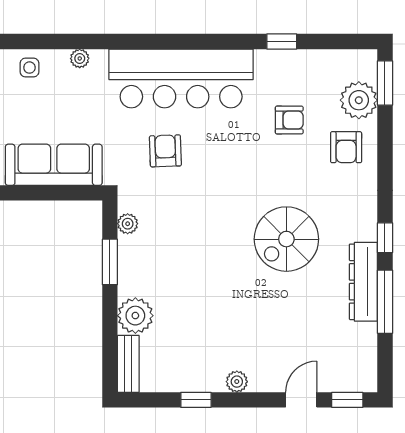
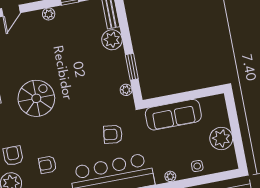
armchair: (165, 151) -> (113, 134), turned 100

